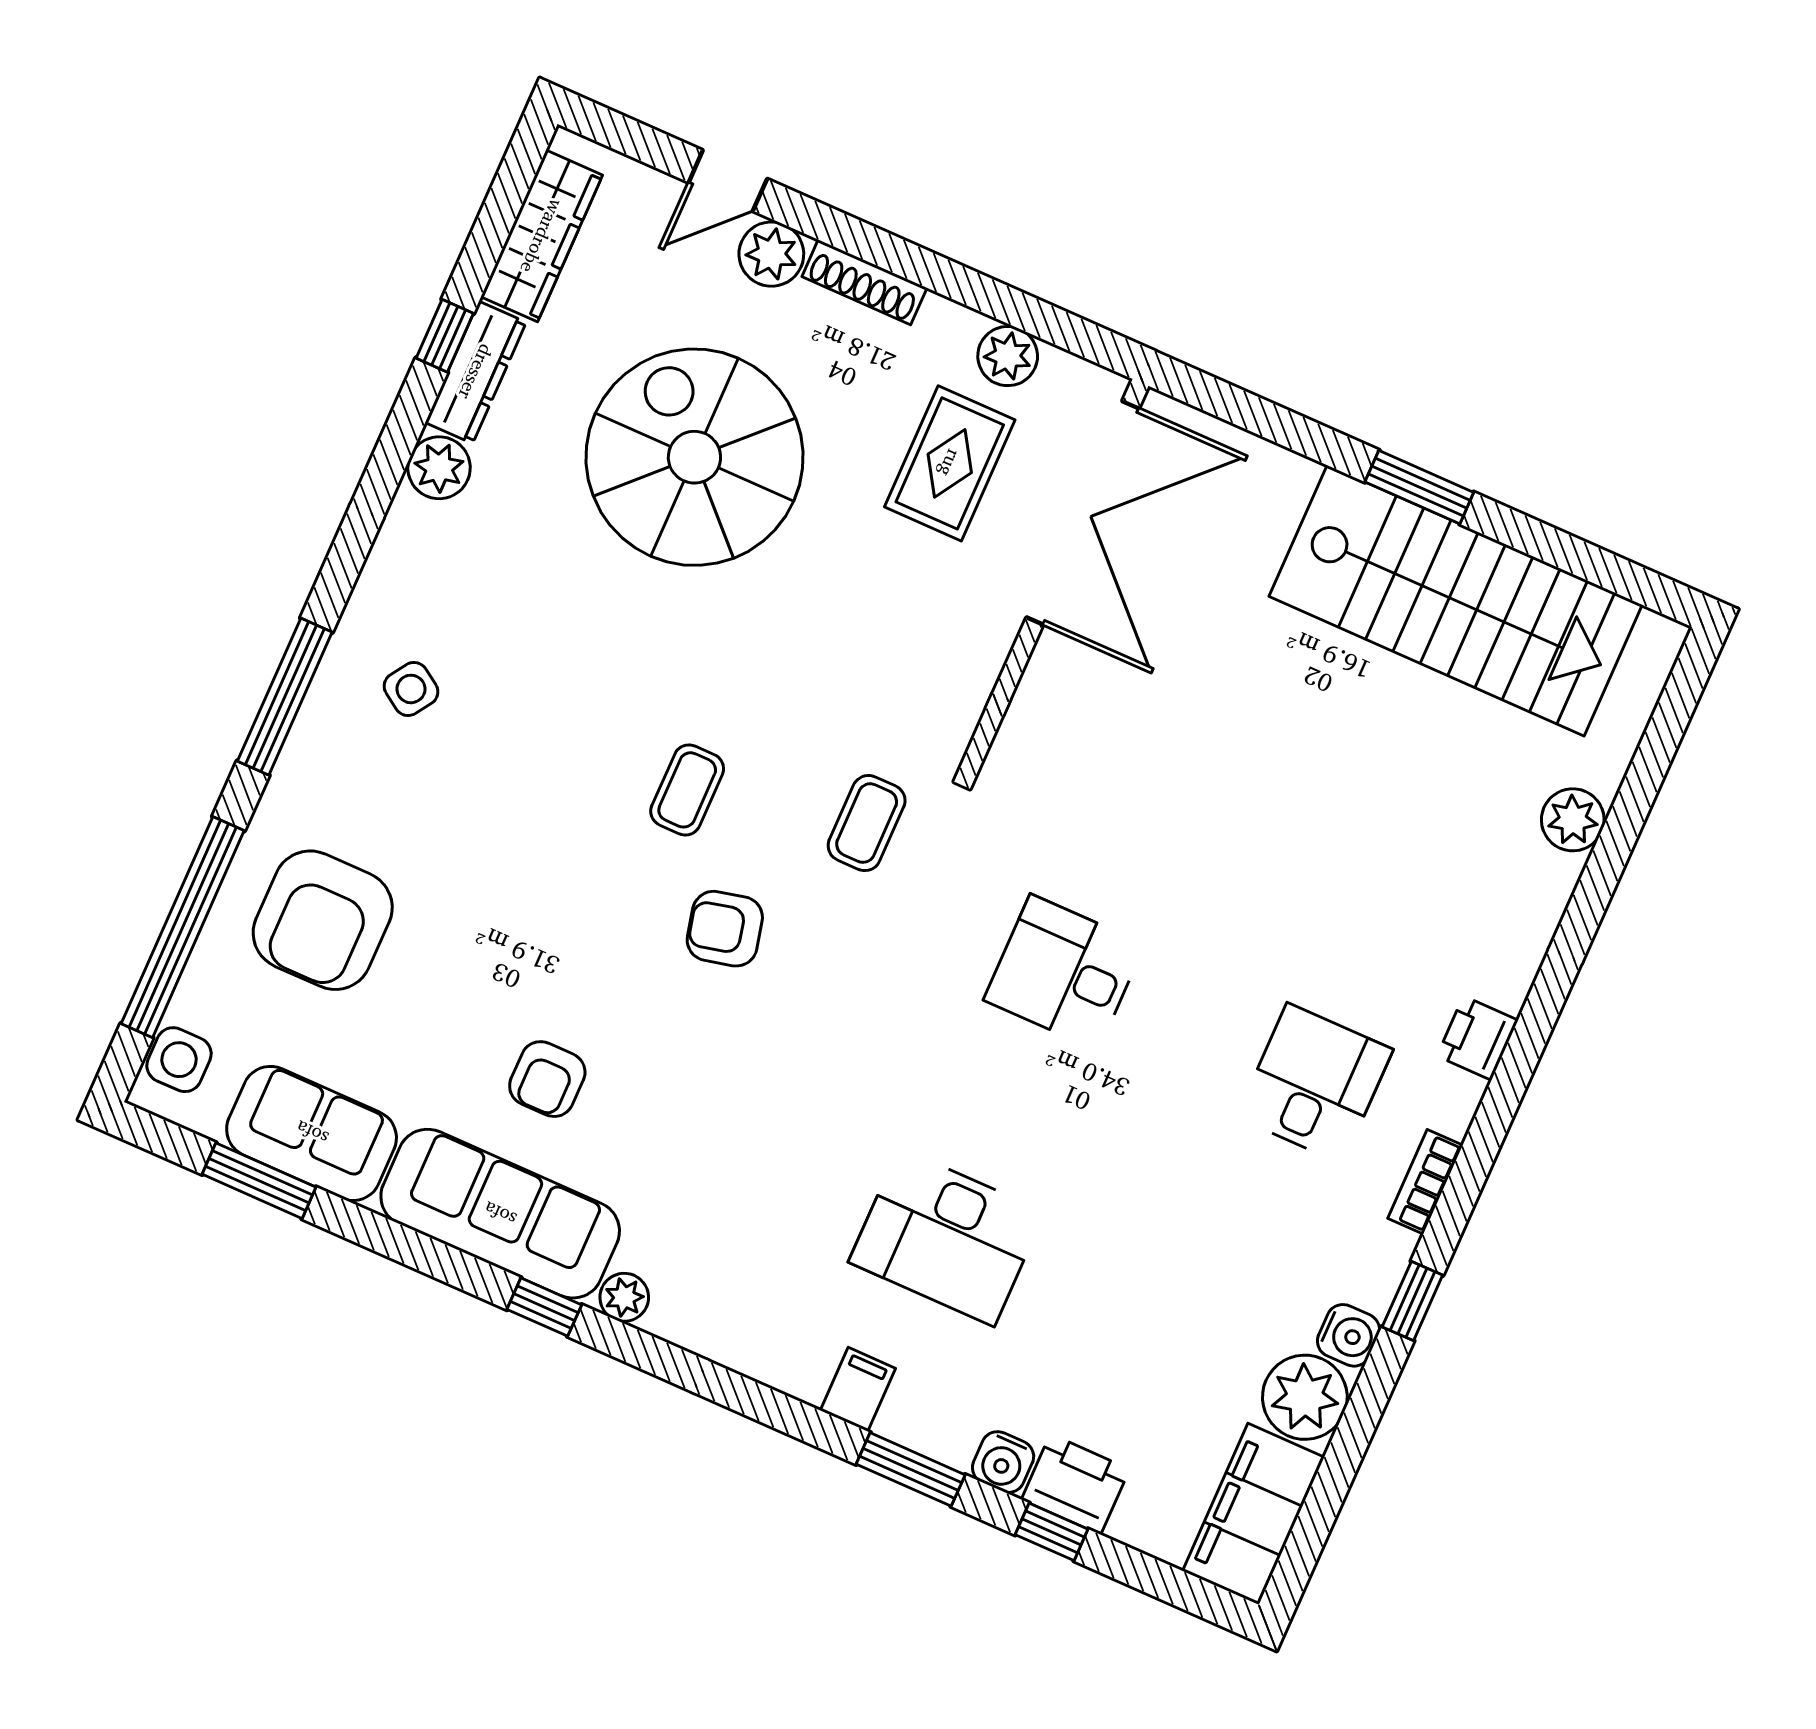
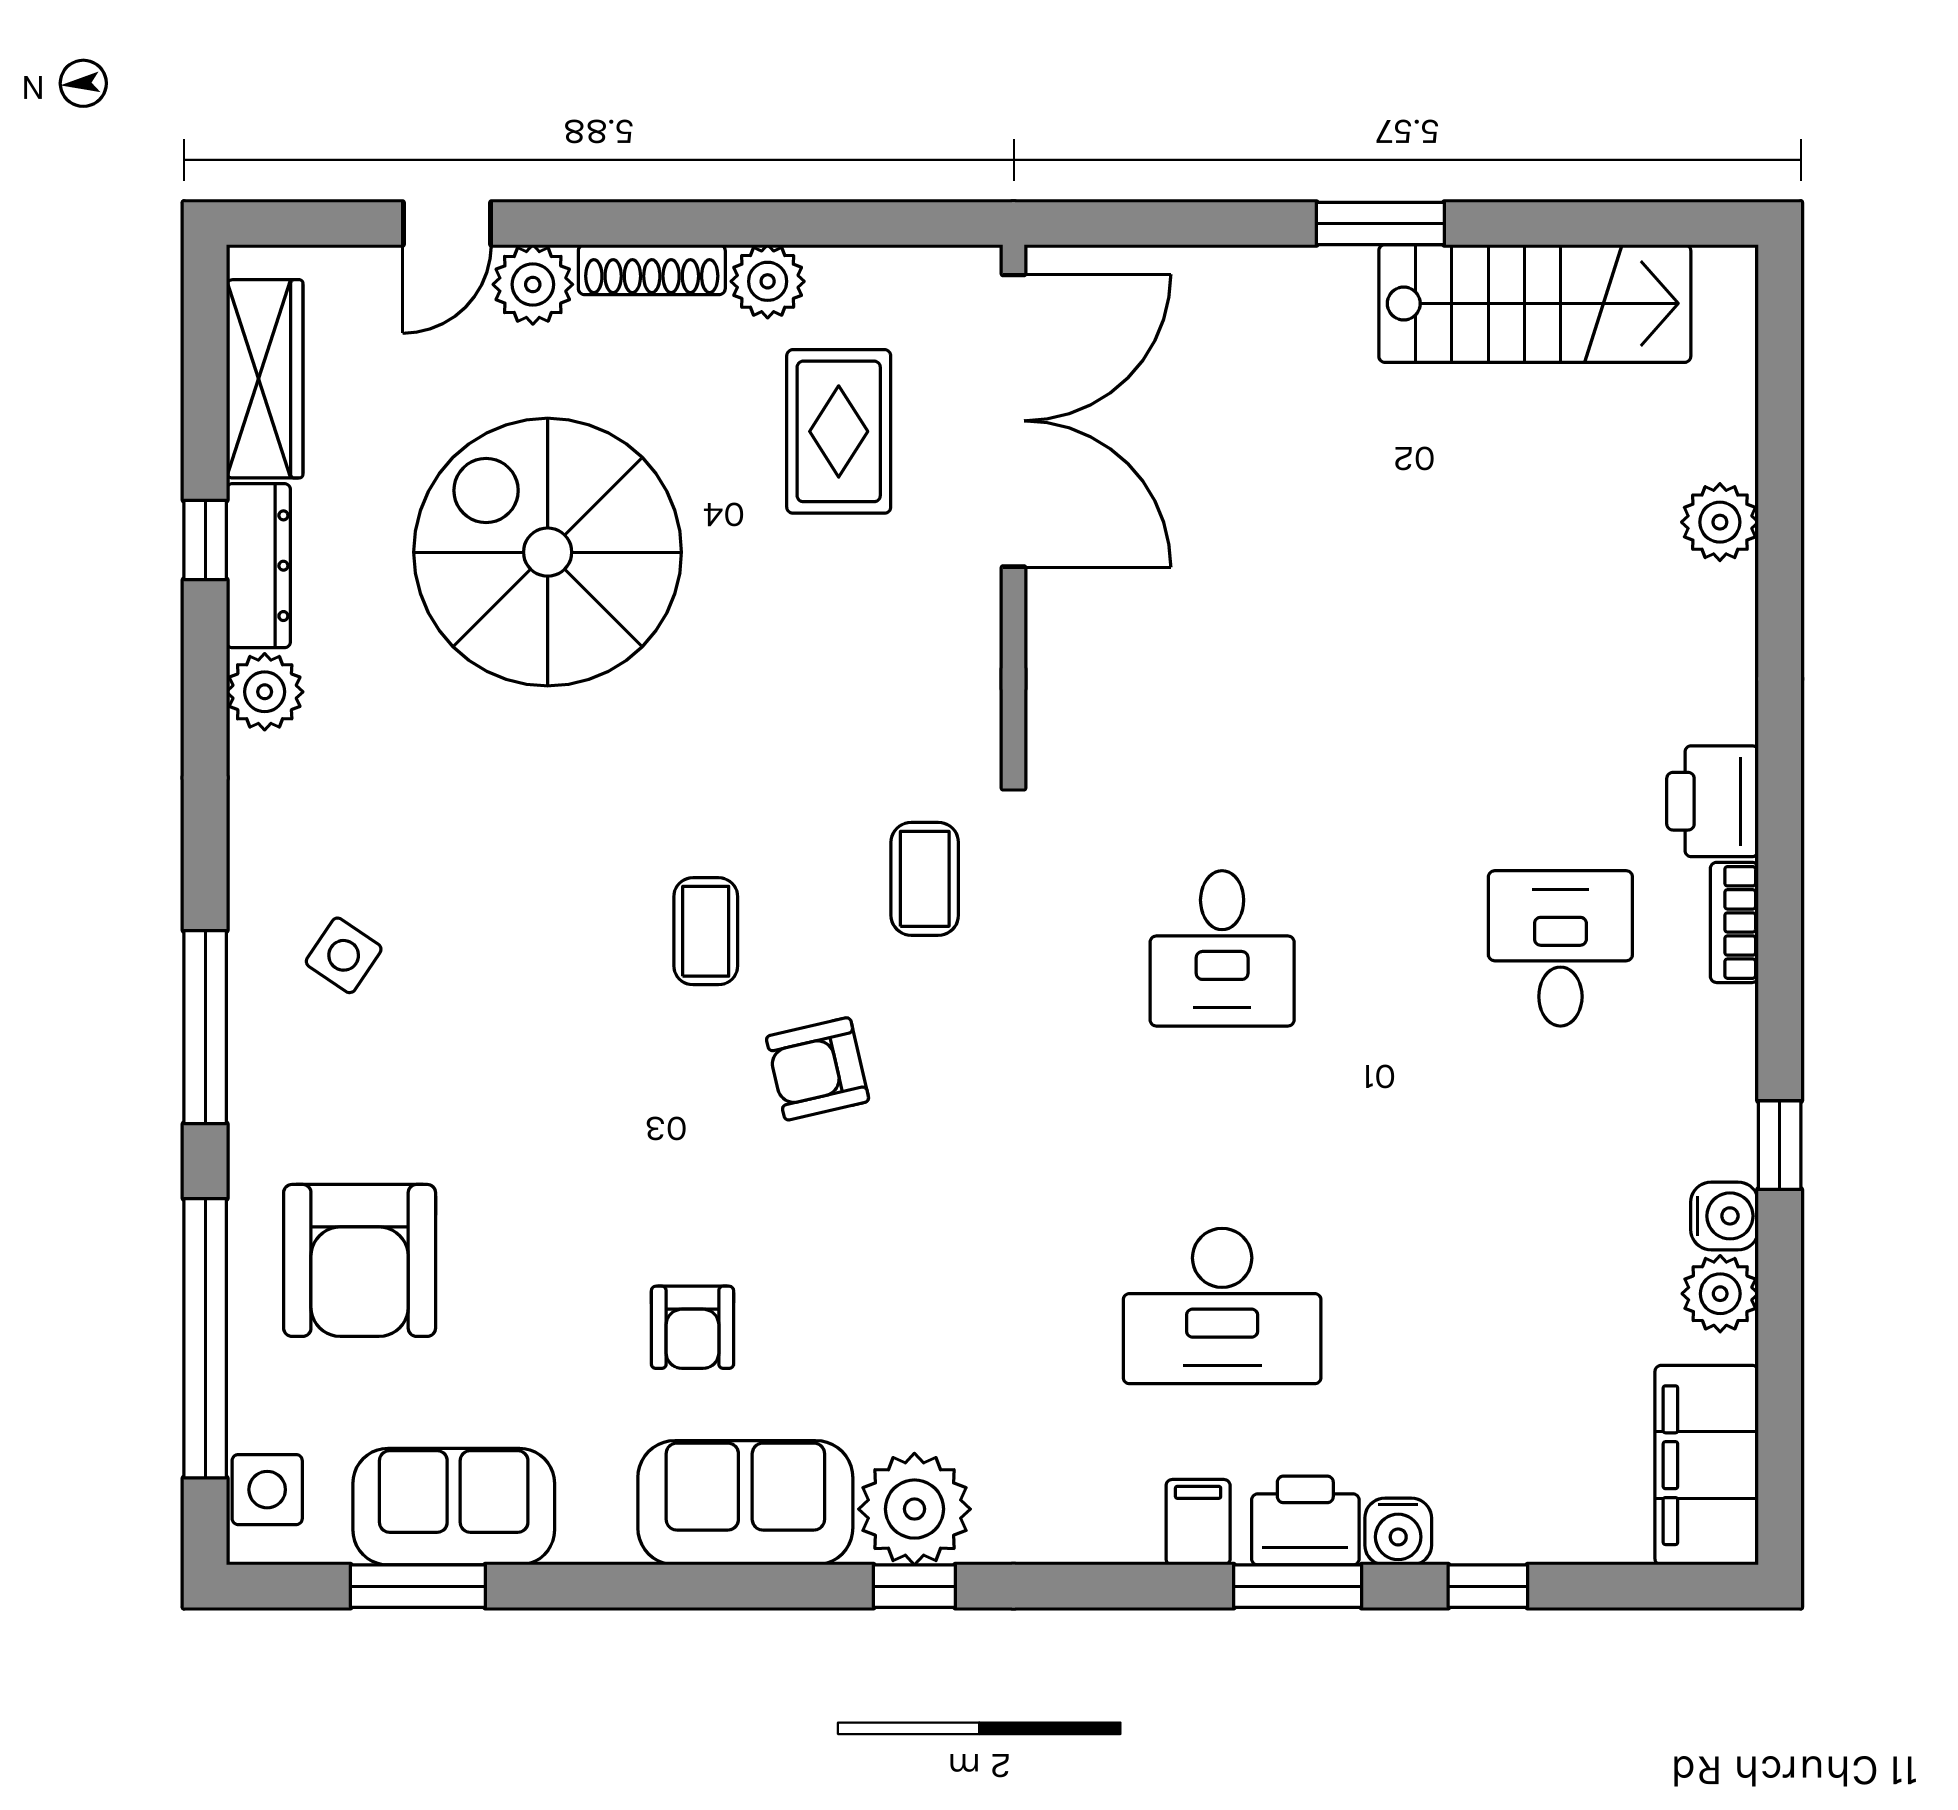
plant: (1008, 356) -> (768, 281), moved
stairs: (1456, 601) -> (1535, 303), width x0.73, depth x0.66
desk: (1064, 972) -> (1222, 948), turned -90
printer: (1477, 1038) -> (1713, 801), width x1.36, depth x1.24
bookcase: (1425, 1182) -> (1734, 922), moved
sofa: (500, 1214) -> (745, 1503), width x0.73
plant: (624, 1297) -> (914, 1509), width x1.88, depth x1.88
window: (544, 1307) -> (914, 1586), moved
plant: (1305, 1397) -> (1720, 1294), width x0.73, depth x0.73
printer: (1075, 1484) -> (1305, 1521), moved

